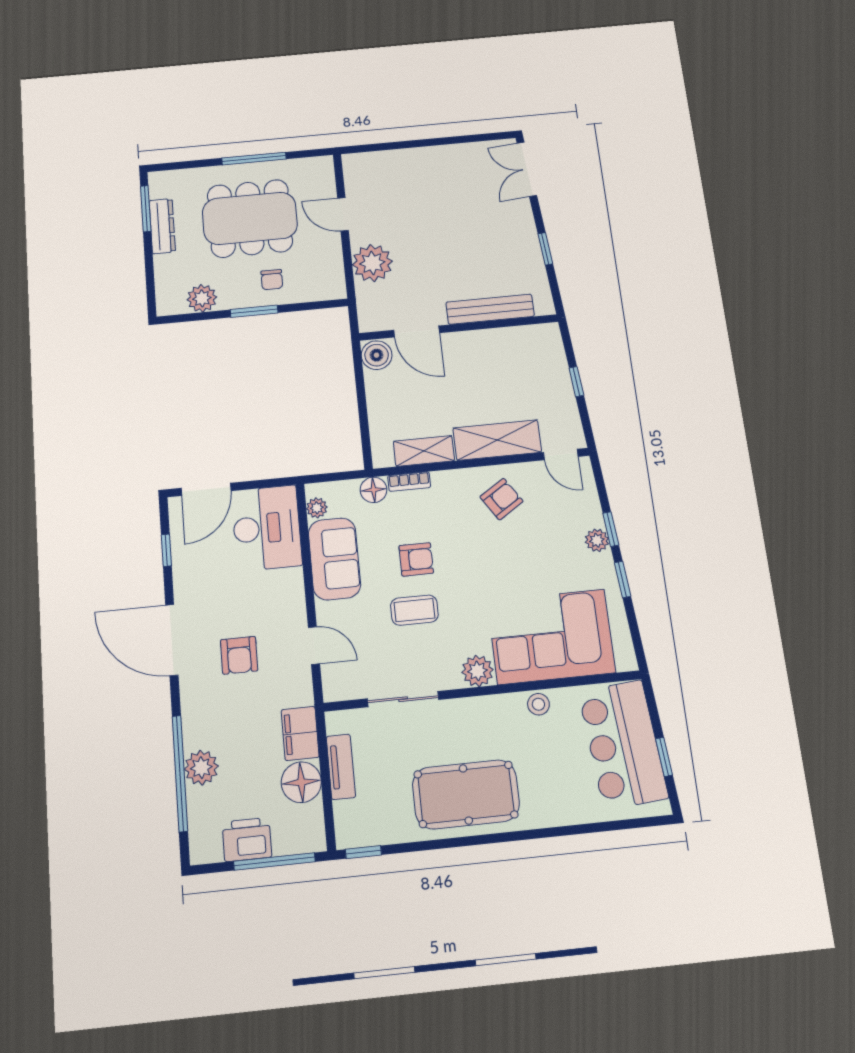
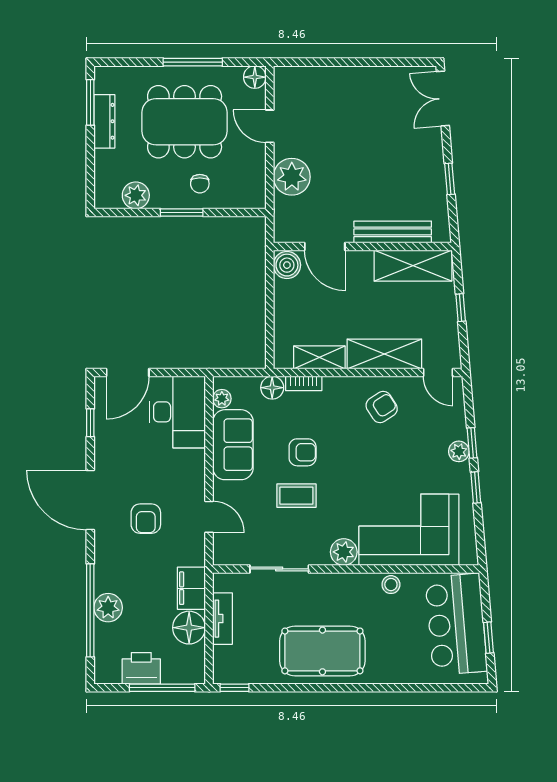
floor lamp: (322, 167) -> (255, 77), added
shelving: (517, 342) -> (413, 266), added

